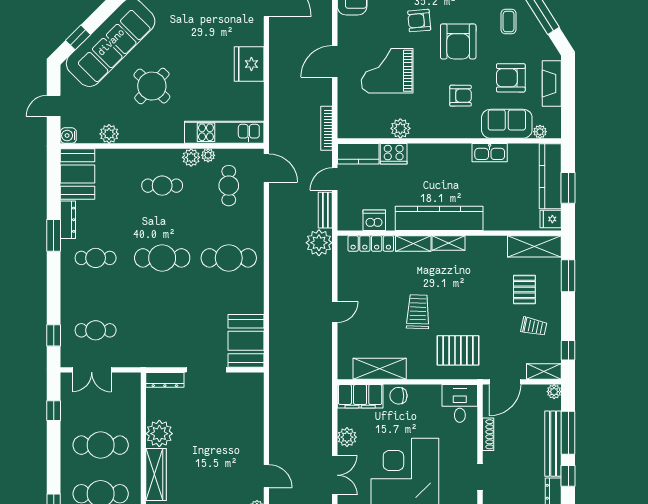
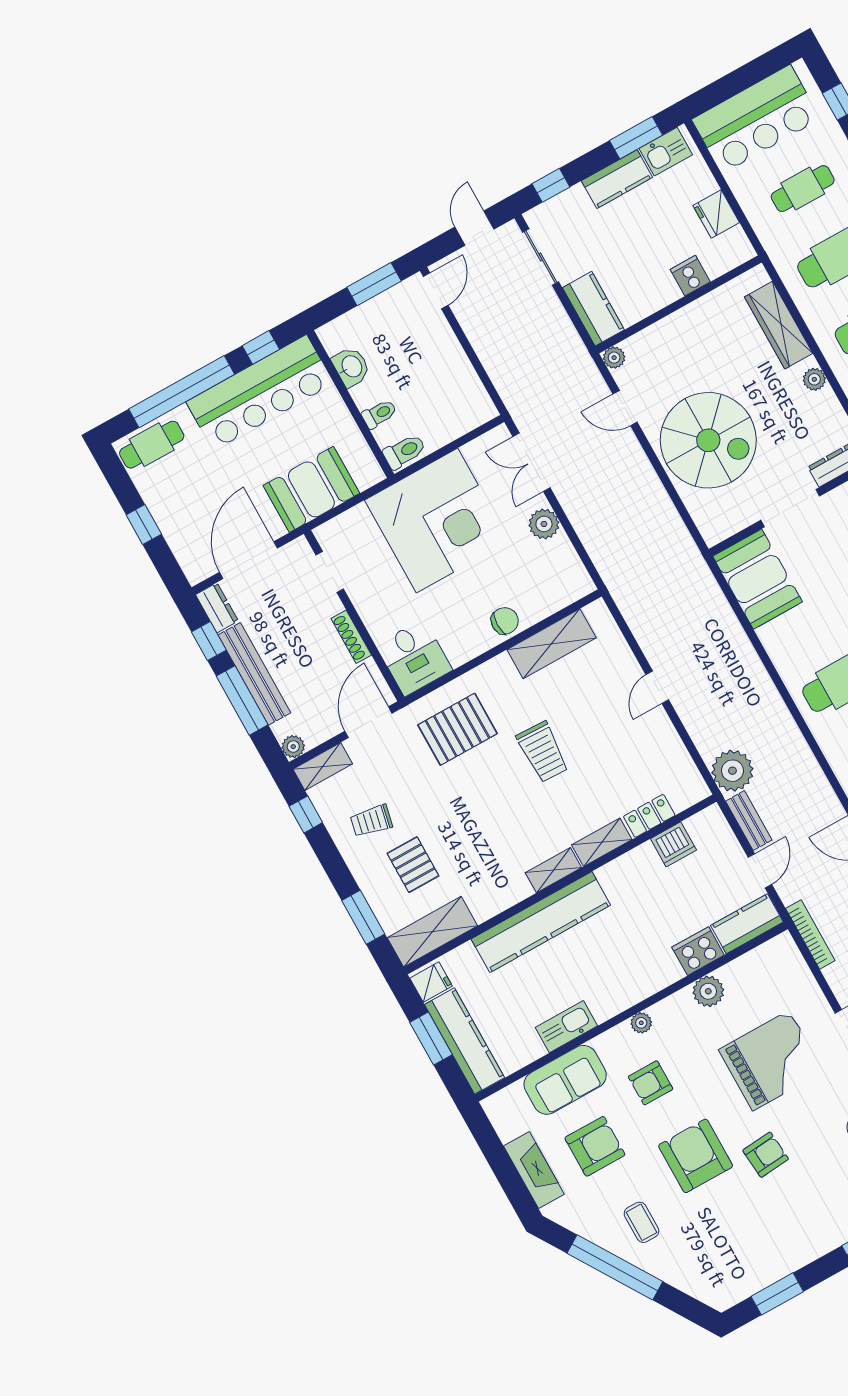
plant: (540, 132) -> (641, 1023), moved
kitchen counter: (439, 218) -> (541, 922), moved
locker: (371, 244) -> (649, 816), width x0.66
filing cabinet: (360, 396) -> (557, 591), removed
spiral stairs: (230, 433) -> (708, 440), added
plant: (159, 434) -> (814, 379), width x0.53, depth x0.53

